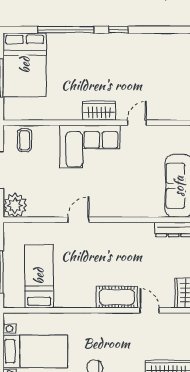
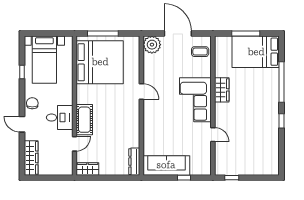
wardrobe: (99, 111) -> (222, 90), moved
bed: (39, 276) -> (100, 62), width x2.04
desk: (114, 331) -> (60, 118), added

